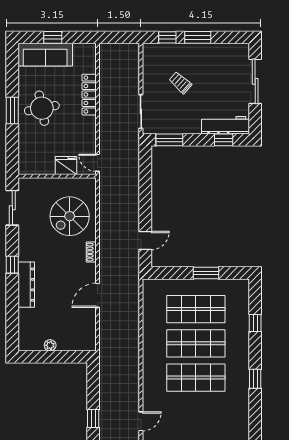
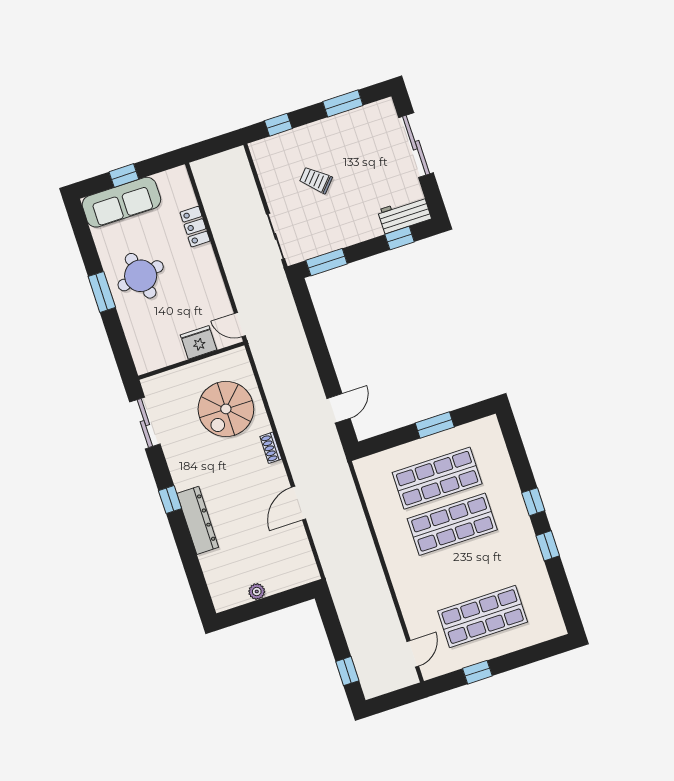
window: (198, 37) -> (343, 103), moved
locker: (89, 95) -> (195, 227), width x0.66
workbench: (226, 125) -> (404, 215), width x0.73
window: (255, 323) -> (533, 502), moved
shop shelf: (196, 378) -> (483, 617), moved

